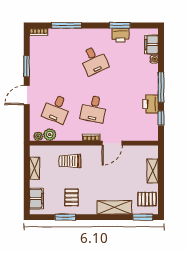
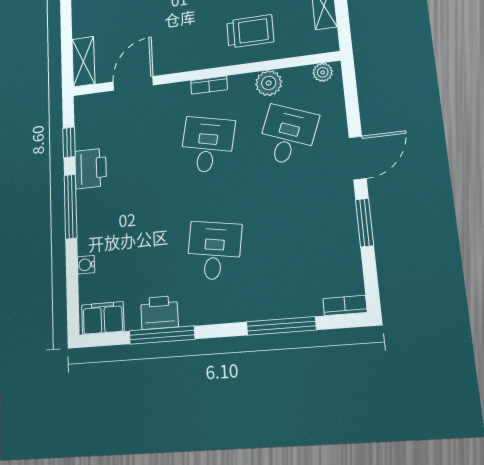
window: (120, 25) -> (162, 335), width x1.44
filing cabinet: (152, 45) -> (103, 318), moved, turned -90
desk: (94, 60) -> (214, 251), turned 33
plant: (50, 135) -> (269, 83), moved
door: (112, 143) -> (133, 84), moved
shelving: (153, 171) -> (83, 62), moved

